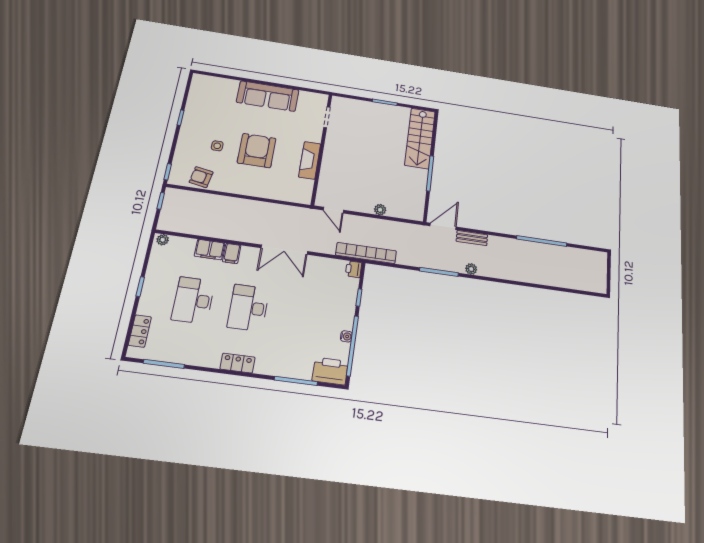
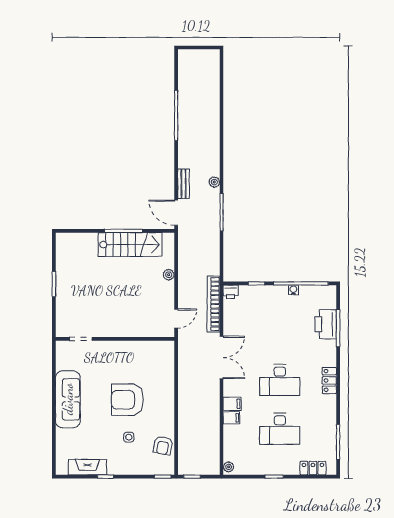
stairs: (420, 138) -> (130, 245), moved
fireplace: (310, 160) -> (88, 467), moved, turned 180
filing cabinet: (210, 250) -> (231, 418), width x0.50
bookcase: (366, 253) -> (213, 304), moved
printer: (330, 371) -> (326, 324), moved

